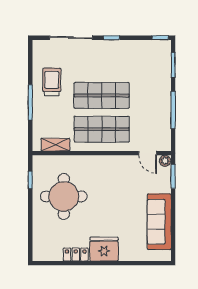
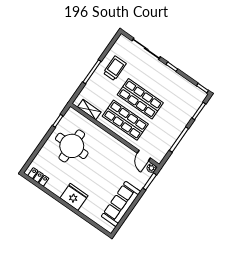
locker: (76, 254) -> (38, 177), moved

